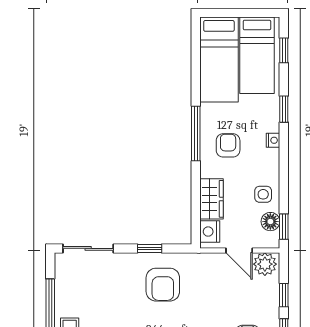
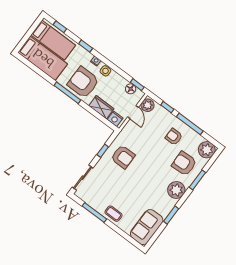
armchair: (228, 145) -> (83, 82), width x1.88, depth x1.88
side table: (263, 194) -> (105, 71), moved
door: (239, 250) -> (133, 112), hinge flipped

